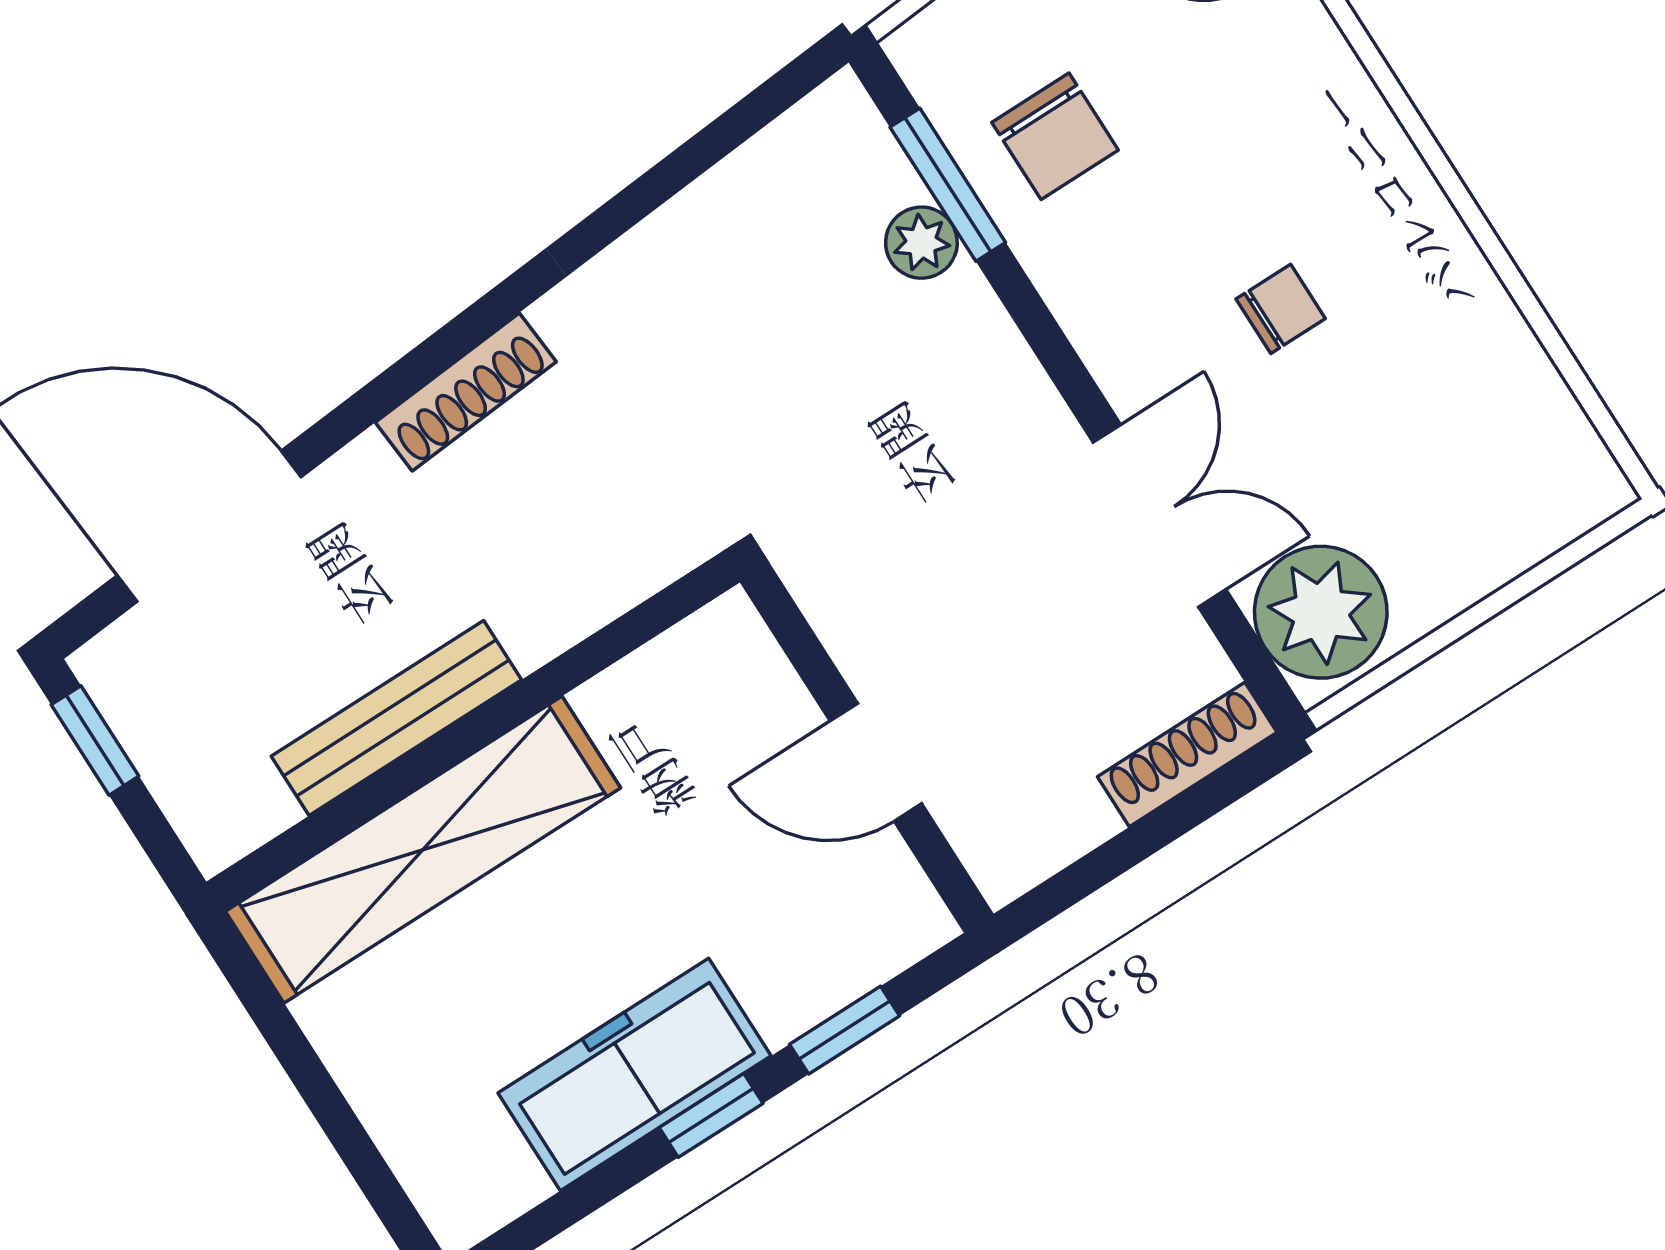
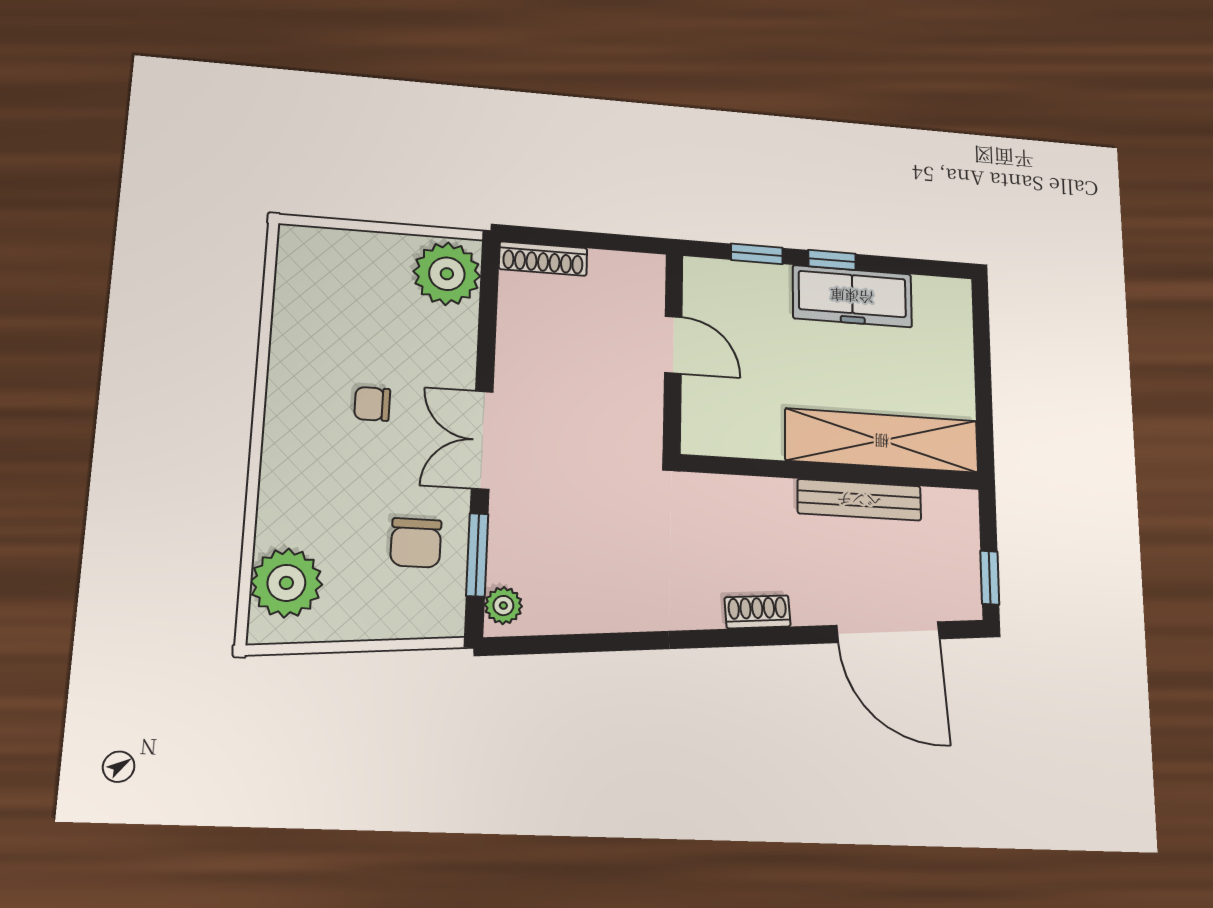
chair: (1055, 136) -> (416, 543), turned 180
plant: (921, 243) -> (503, 606), moved
shoe rack: (466, 392) -> (758, 612), width x0.70
double door: (1160, 516) -> (482, 440), moved

